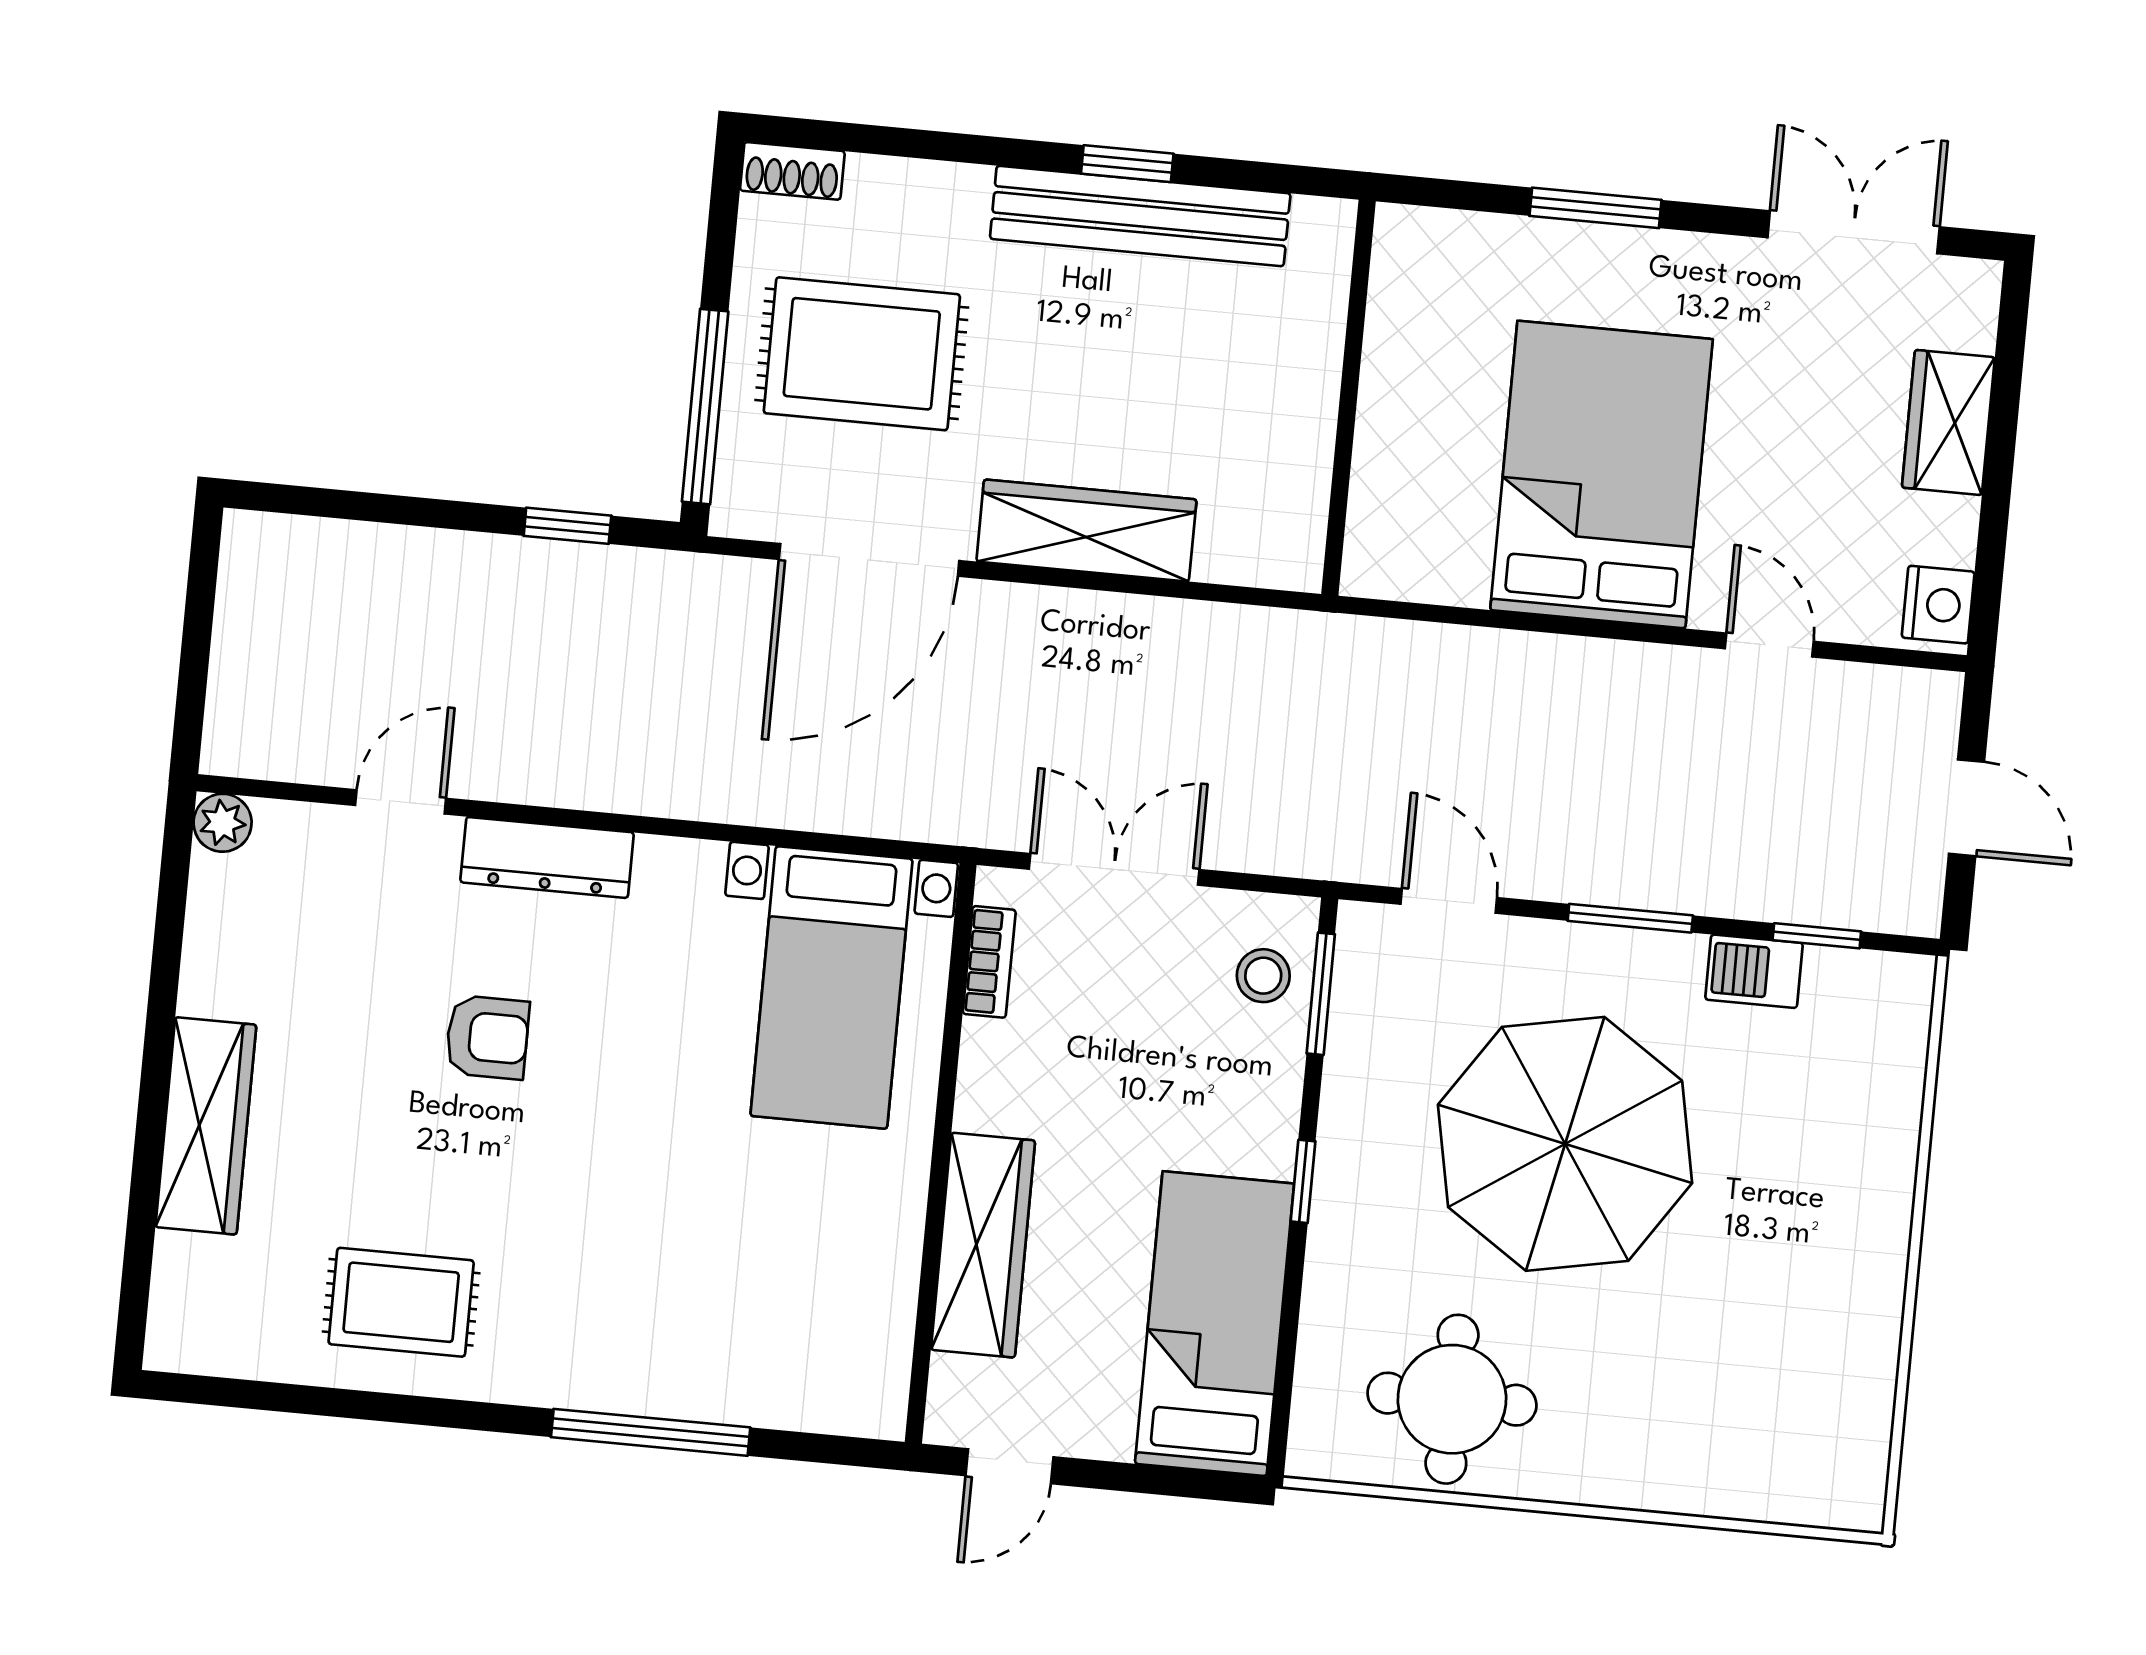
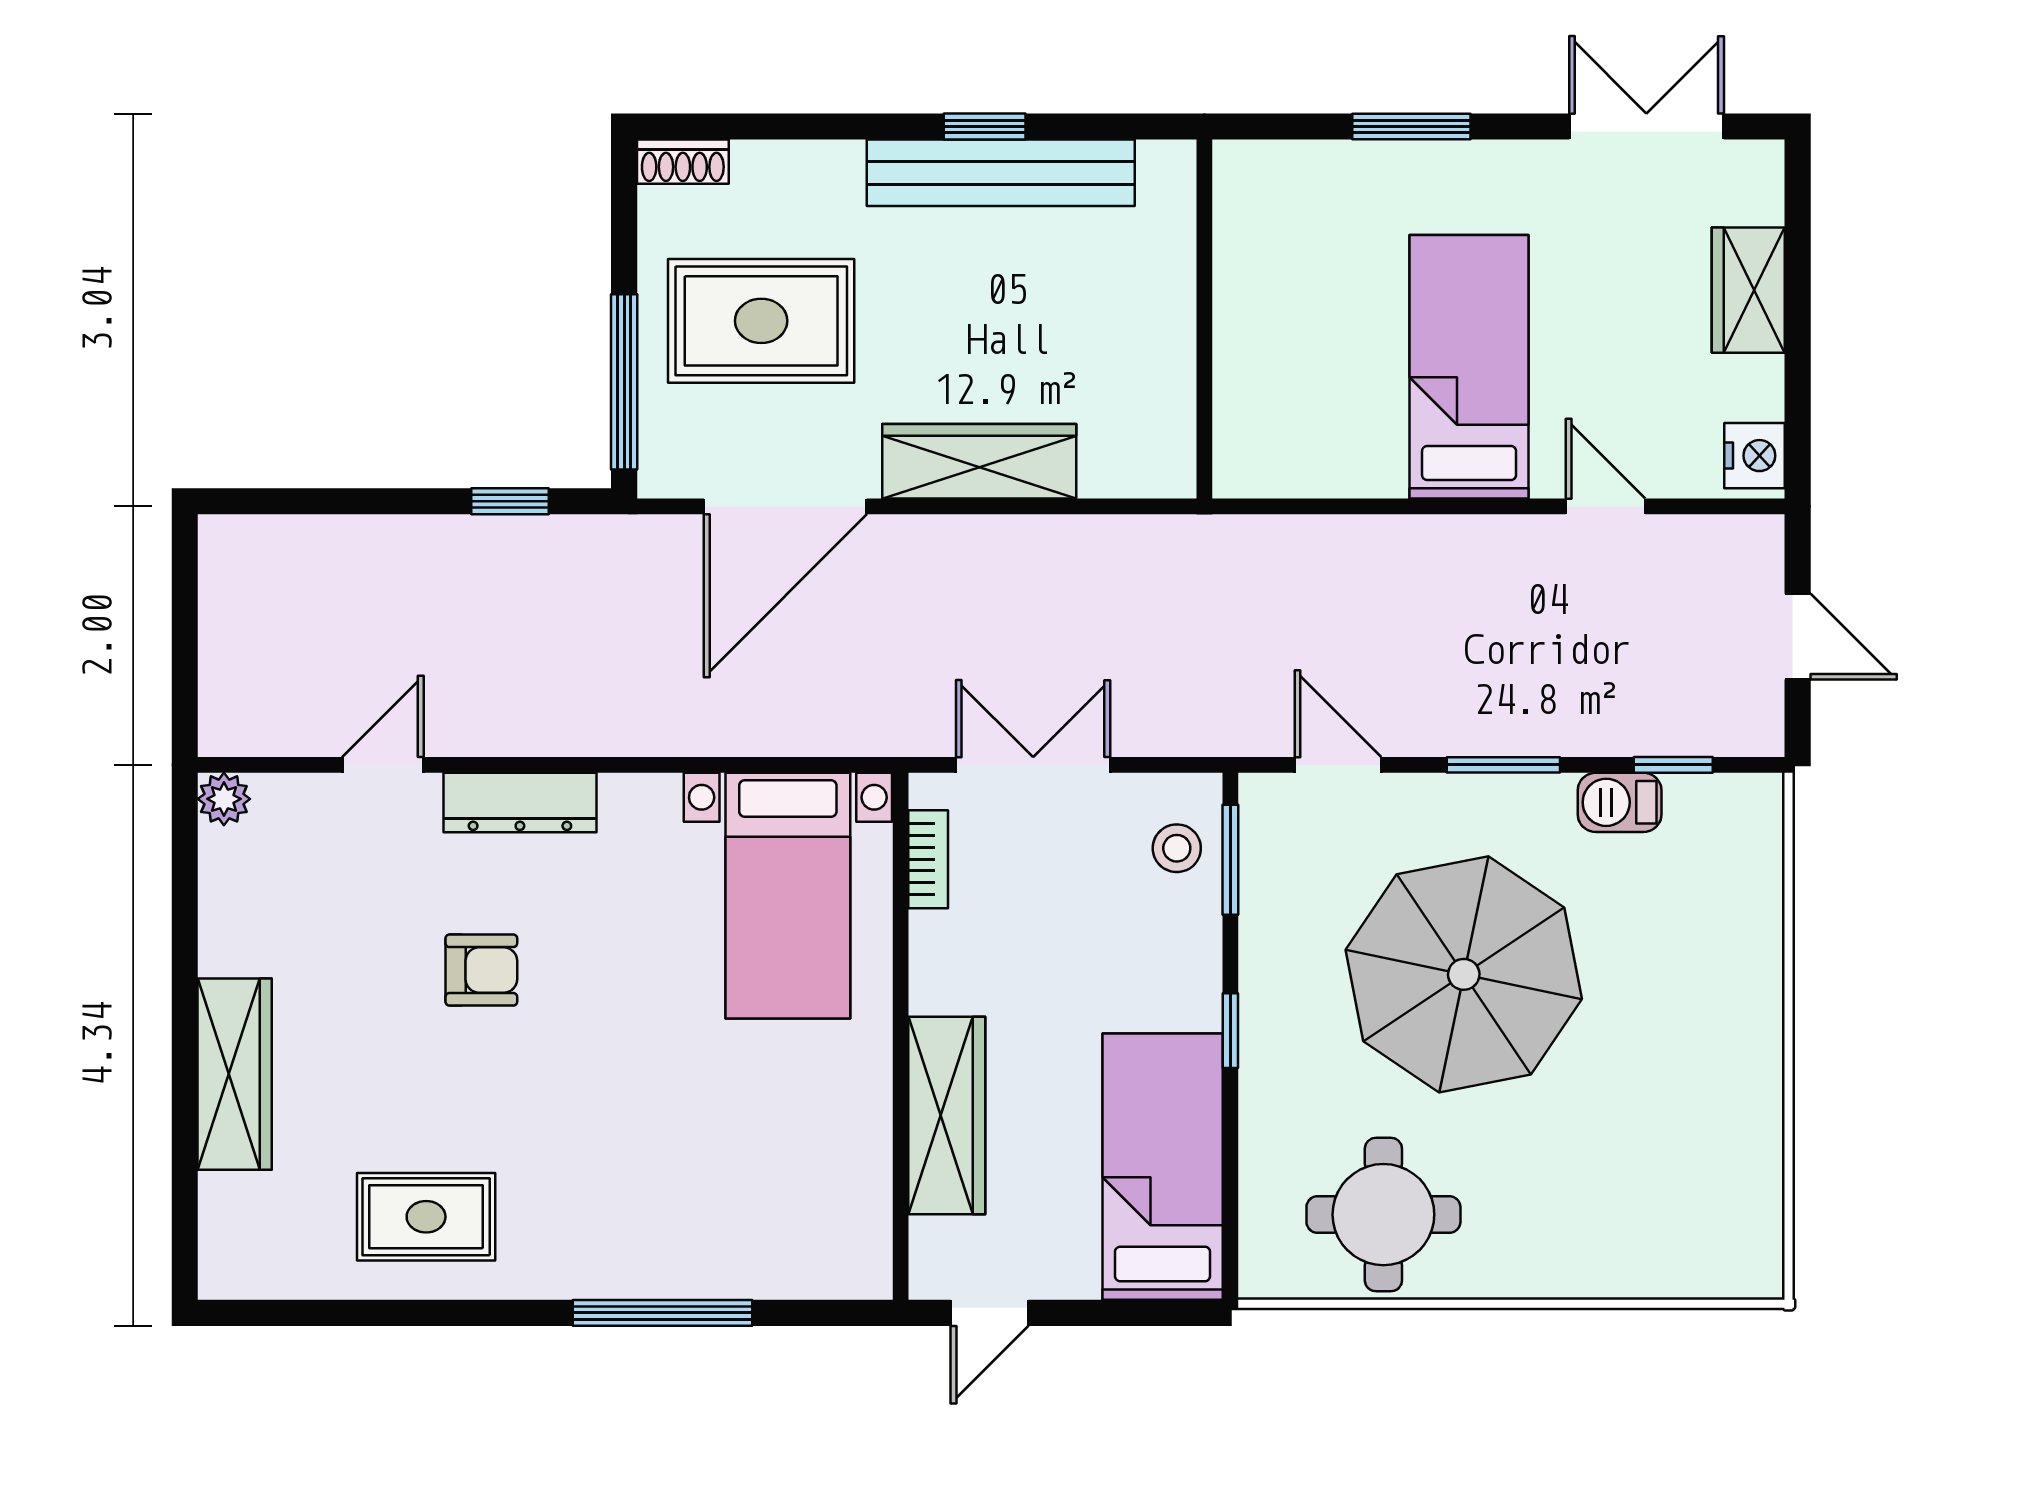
bed: (1601, 475) -> (1469, 367), width x0.67

